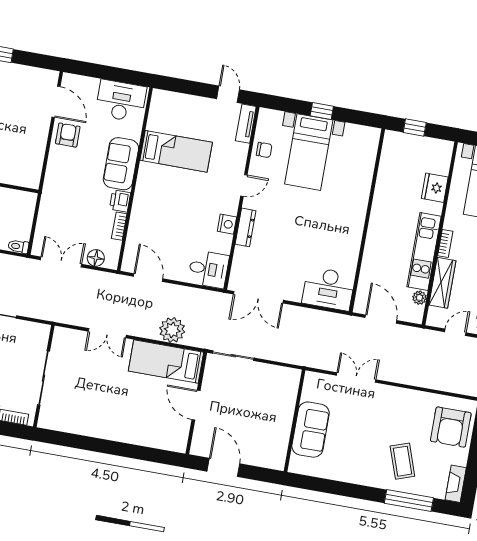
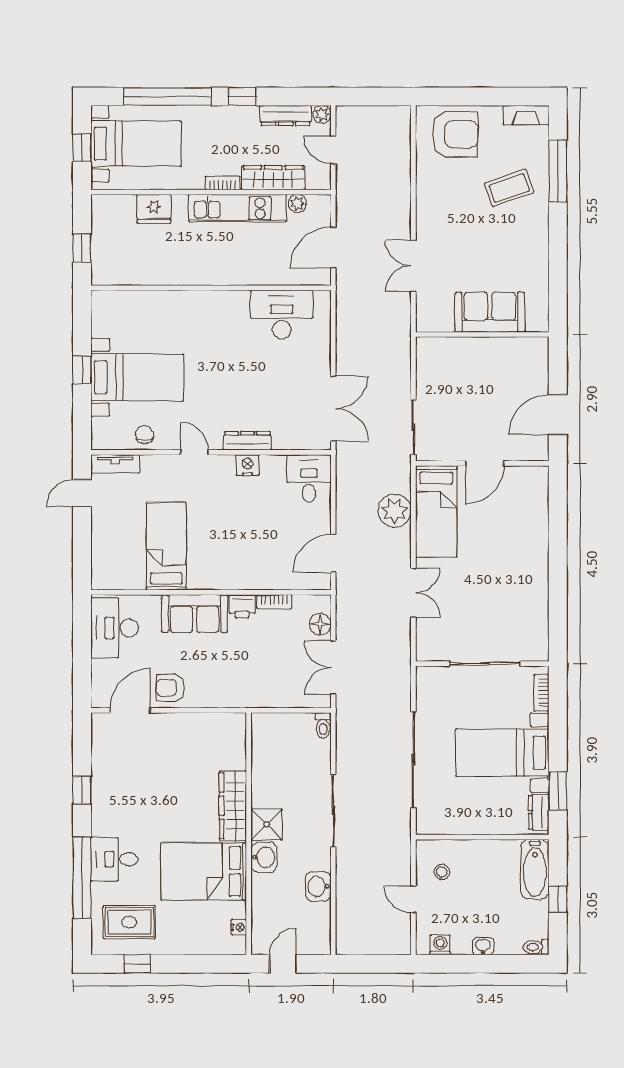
desk: (329, 289) -> (282, 314), moved, turned -90

